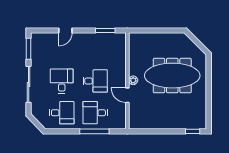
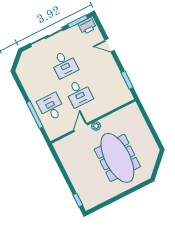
printer: (37, 42) -> (87, 26), added
desk: (62, 81) -> (64, 64), turned 90
desk: (62, 113) -> (37, 78), removed

